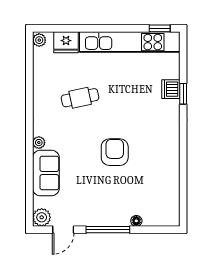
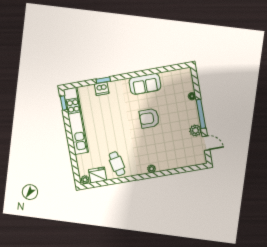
fridge: (66, 42) -> (98, 175), moved, turned -90
cafe table: (80, 98) -> (117, 164), moved
sofa: (46, 173) -> (145, 84), moved, turned 180
plant: (42, 217) -> (195, 130), moved

